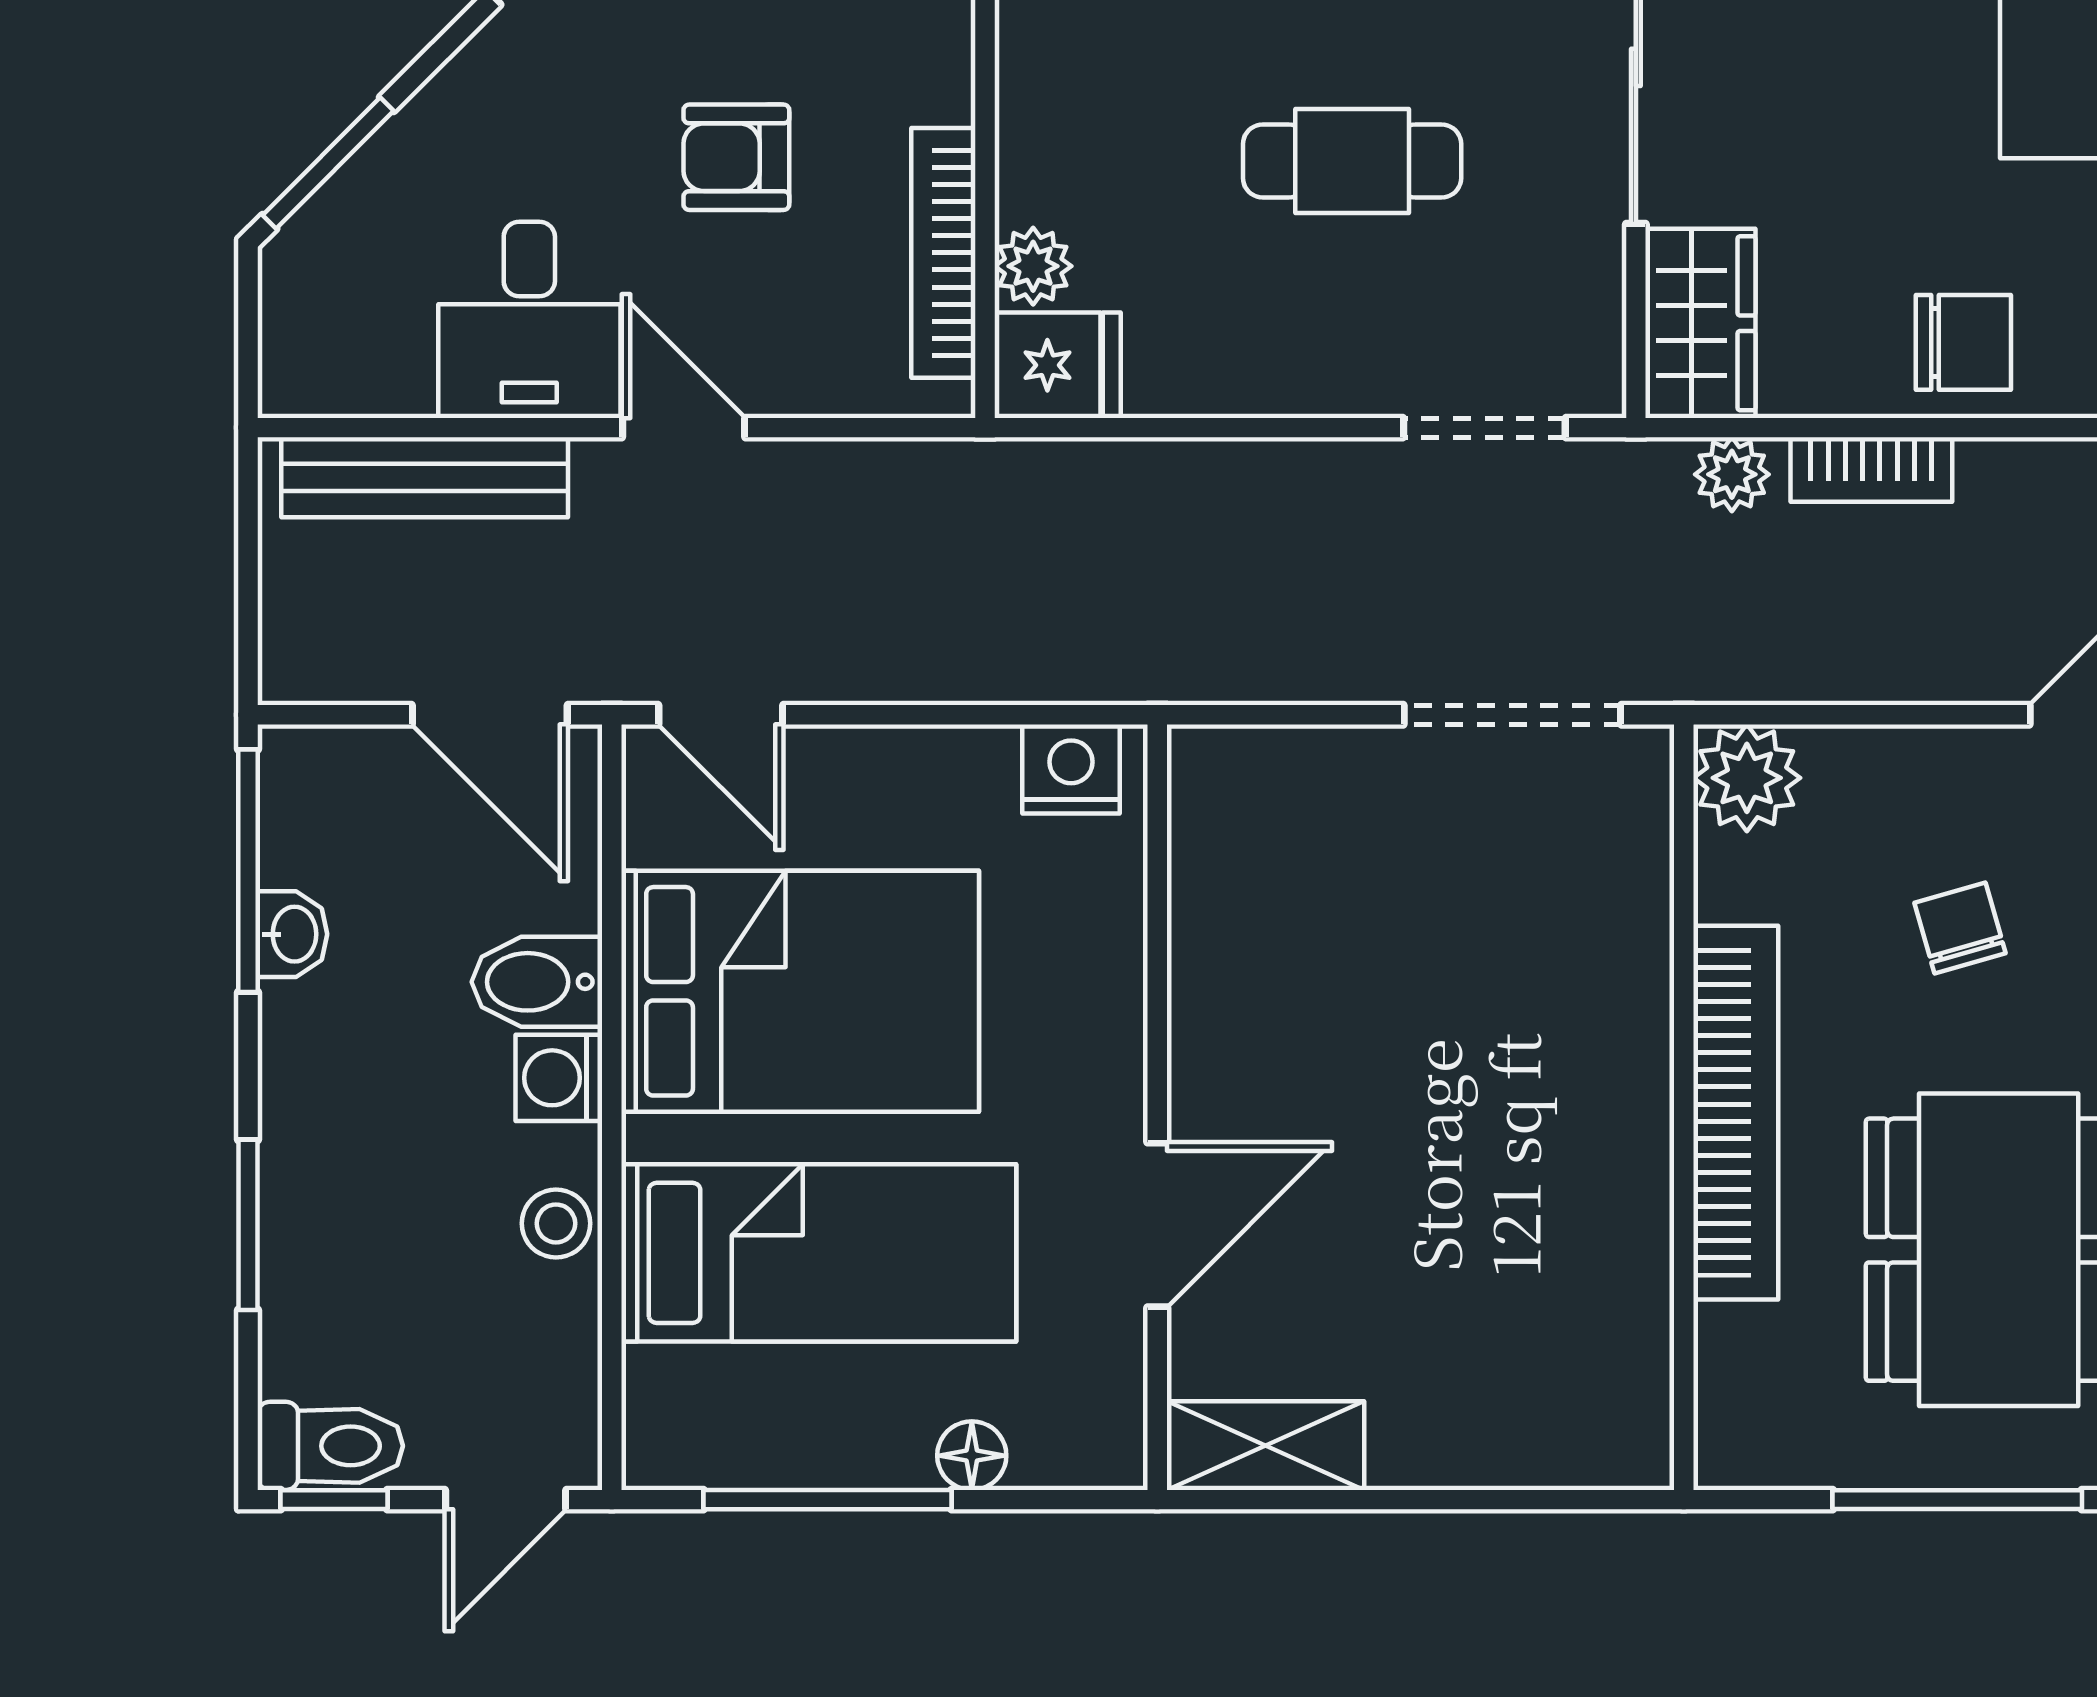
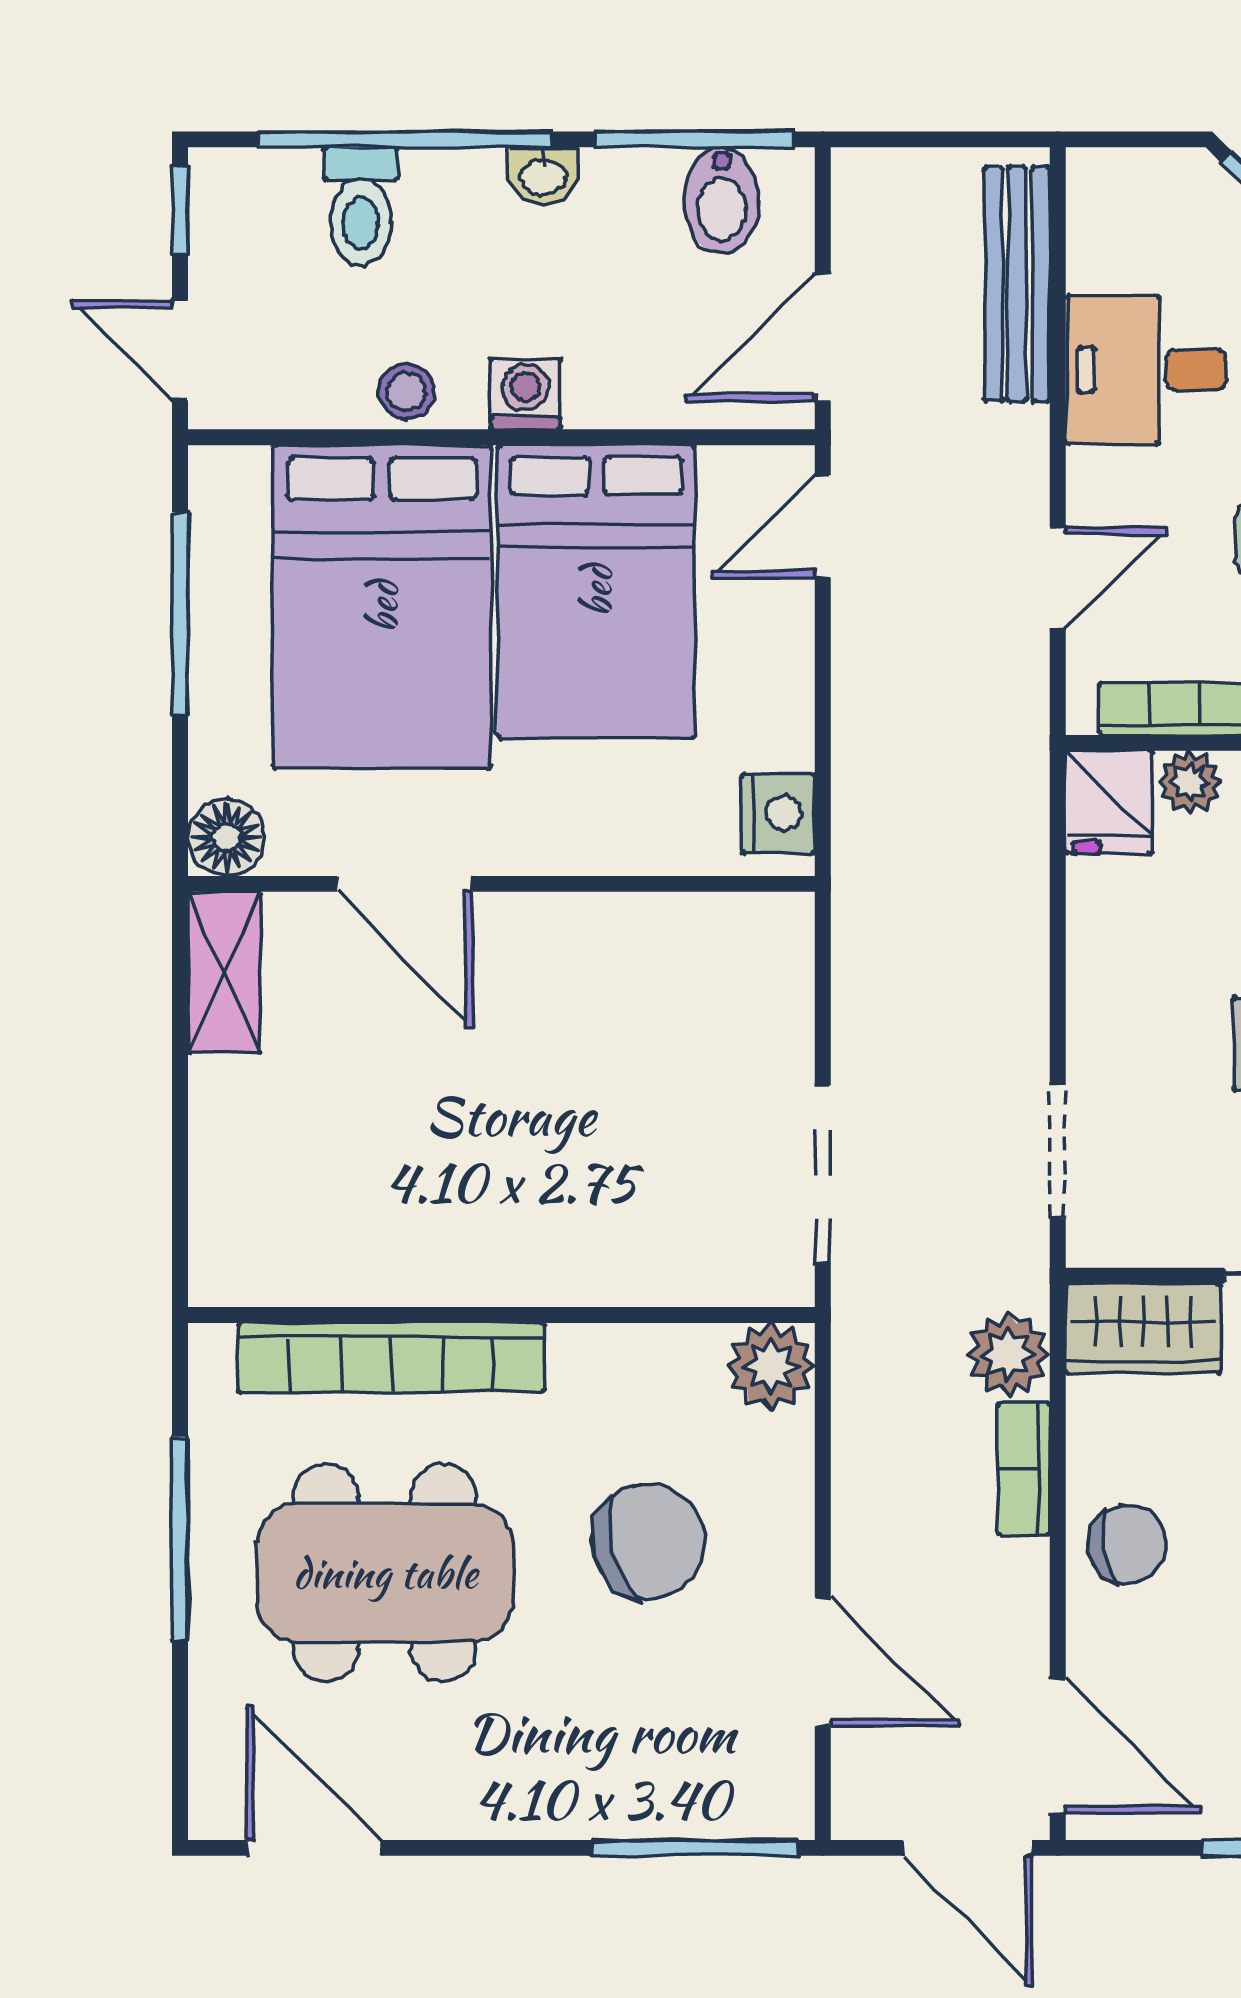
chair: (1963, 342) -> (1128, 1544), turned -101
door: (684, 428) -> (1058, 578), moved
plant: (1732, 474) -> (1008, 1354), width x1.38, depth x1.38
chair: (1960, 928) -> (648, 1541), width x1.87, depth x1.87
washbasin: (292, 934) -> (543, 176), moved
bidet: (537, 982) -> (722, 201), moved, turned 180
bookcase: (1736, 1113) -> (392, 1358), moved
window: (248, 1225) -> (405, 139), width x2.11
bed: (819, 1253) -> (382, 607), width x1.50
toilet: (330, 1446) -> (361, 207), moved
floor lamp: (972, 1456) -> (227, 837), moved, width x1.37, depth x1.37

